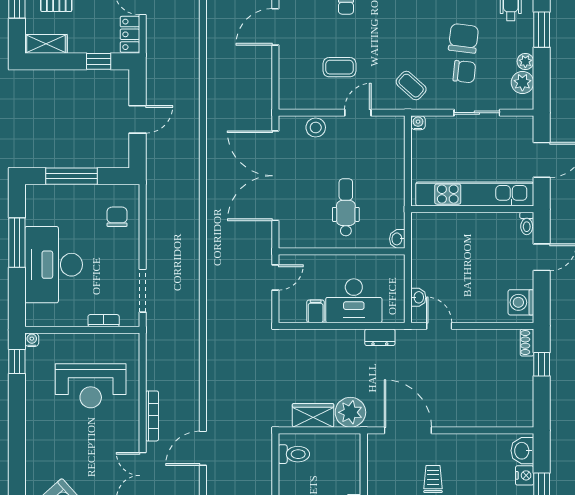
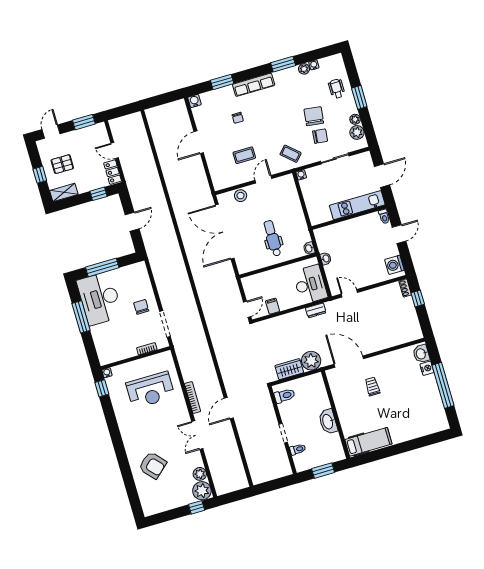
kitchen unit: (475, 194) -> (357, 205), width x0.73
chair: (117, 217) -> (141, 307), moved
desk: (54, 265) -> (100, 298), moved
door: (275, 277) -> (247, 309), moved
washbasin: (418, 297) -> (326, 259), moved
desk: (354, 301) -> (310, 284), moved, turned -90

